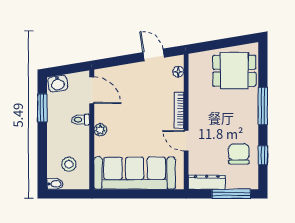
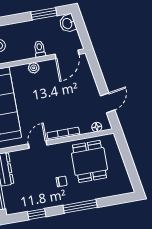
dining table: (234, 71) -> (89, 161), moved
chair: (239, 154) -> (62, 181), moved, width x0.54, depth x0.54

